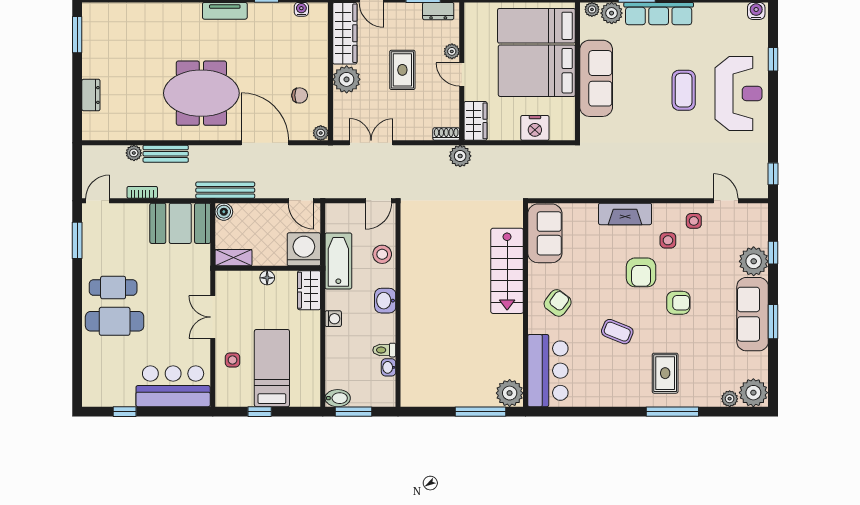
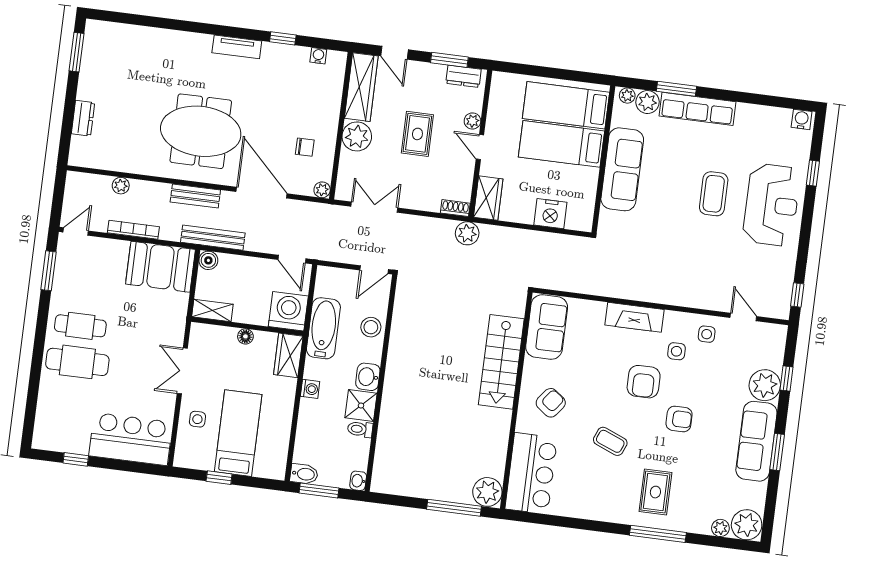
bed: (537, 71) -> (561, 144), width x0.67
bench: (166, 154) -> (195, 196), moved
bookcase: (142, 192) -> (133, 230), width x1.56
shower: (382, 328) -> (361, 406), added
washbasin: (389, 367) -> (358, 481), moved

